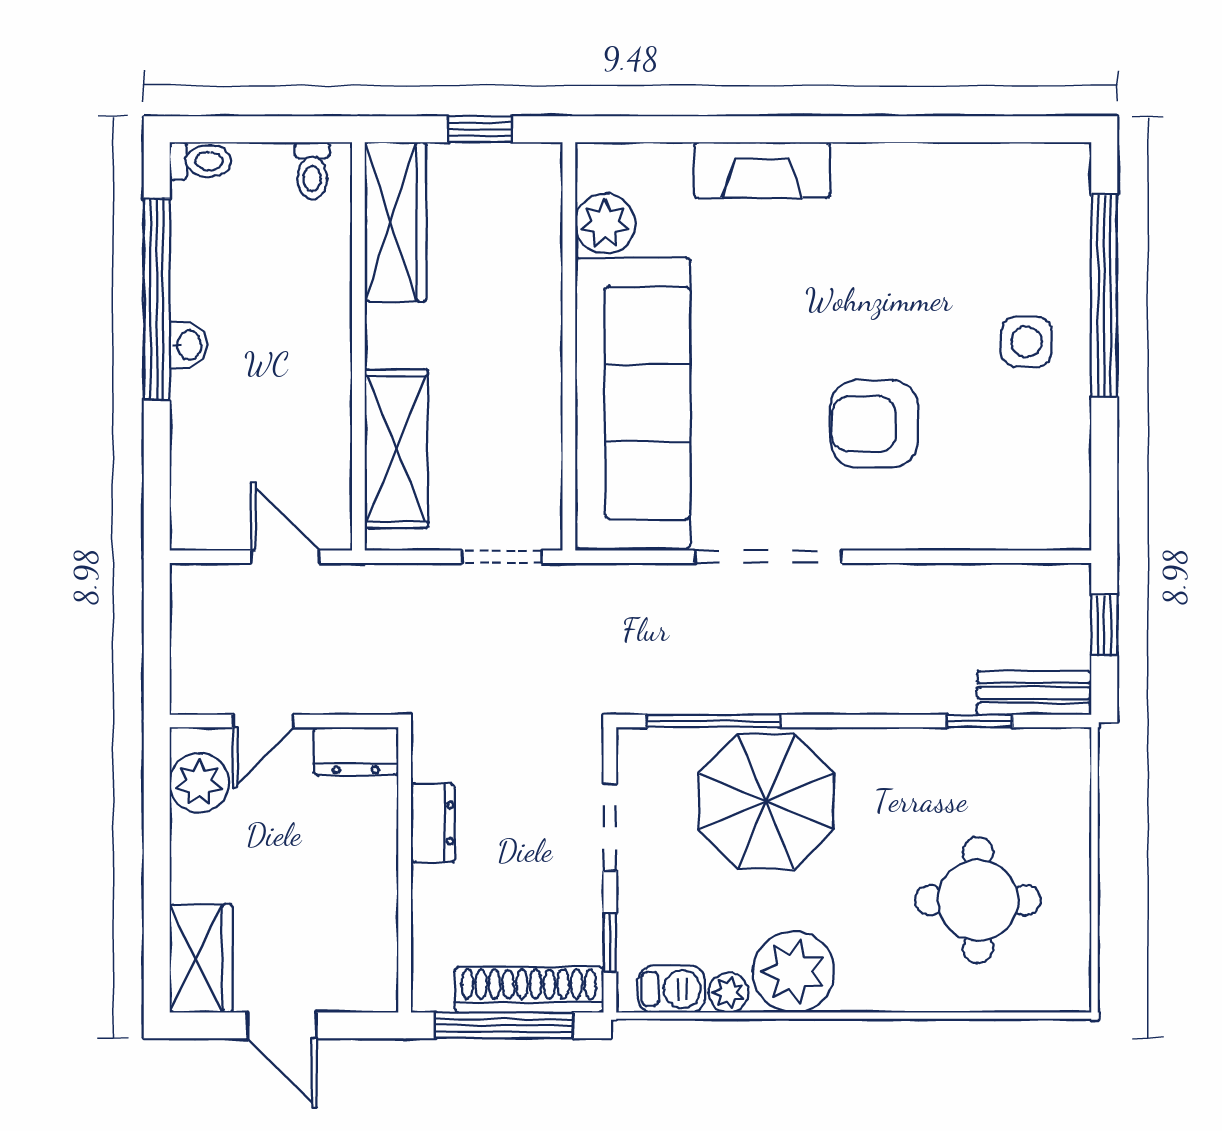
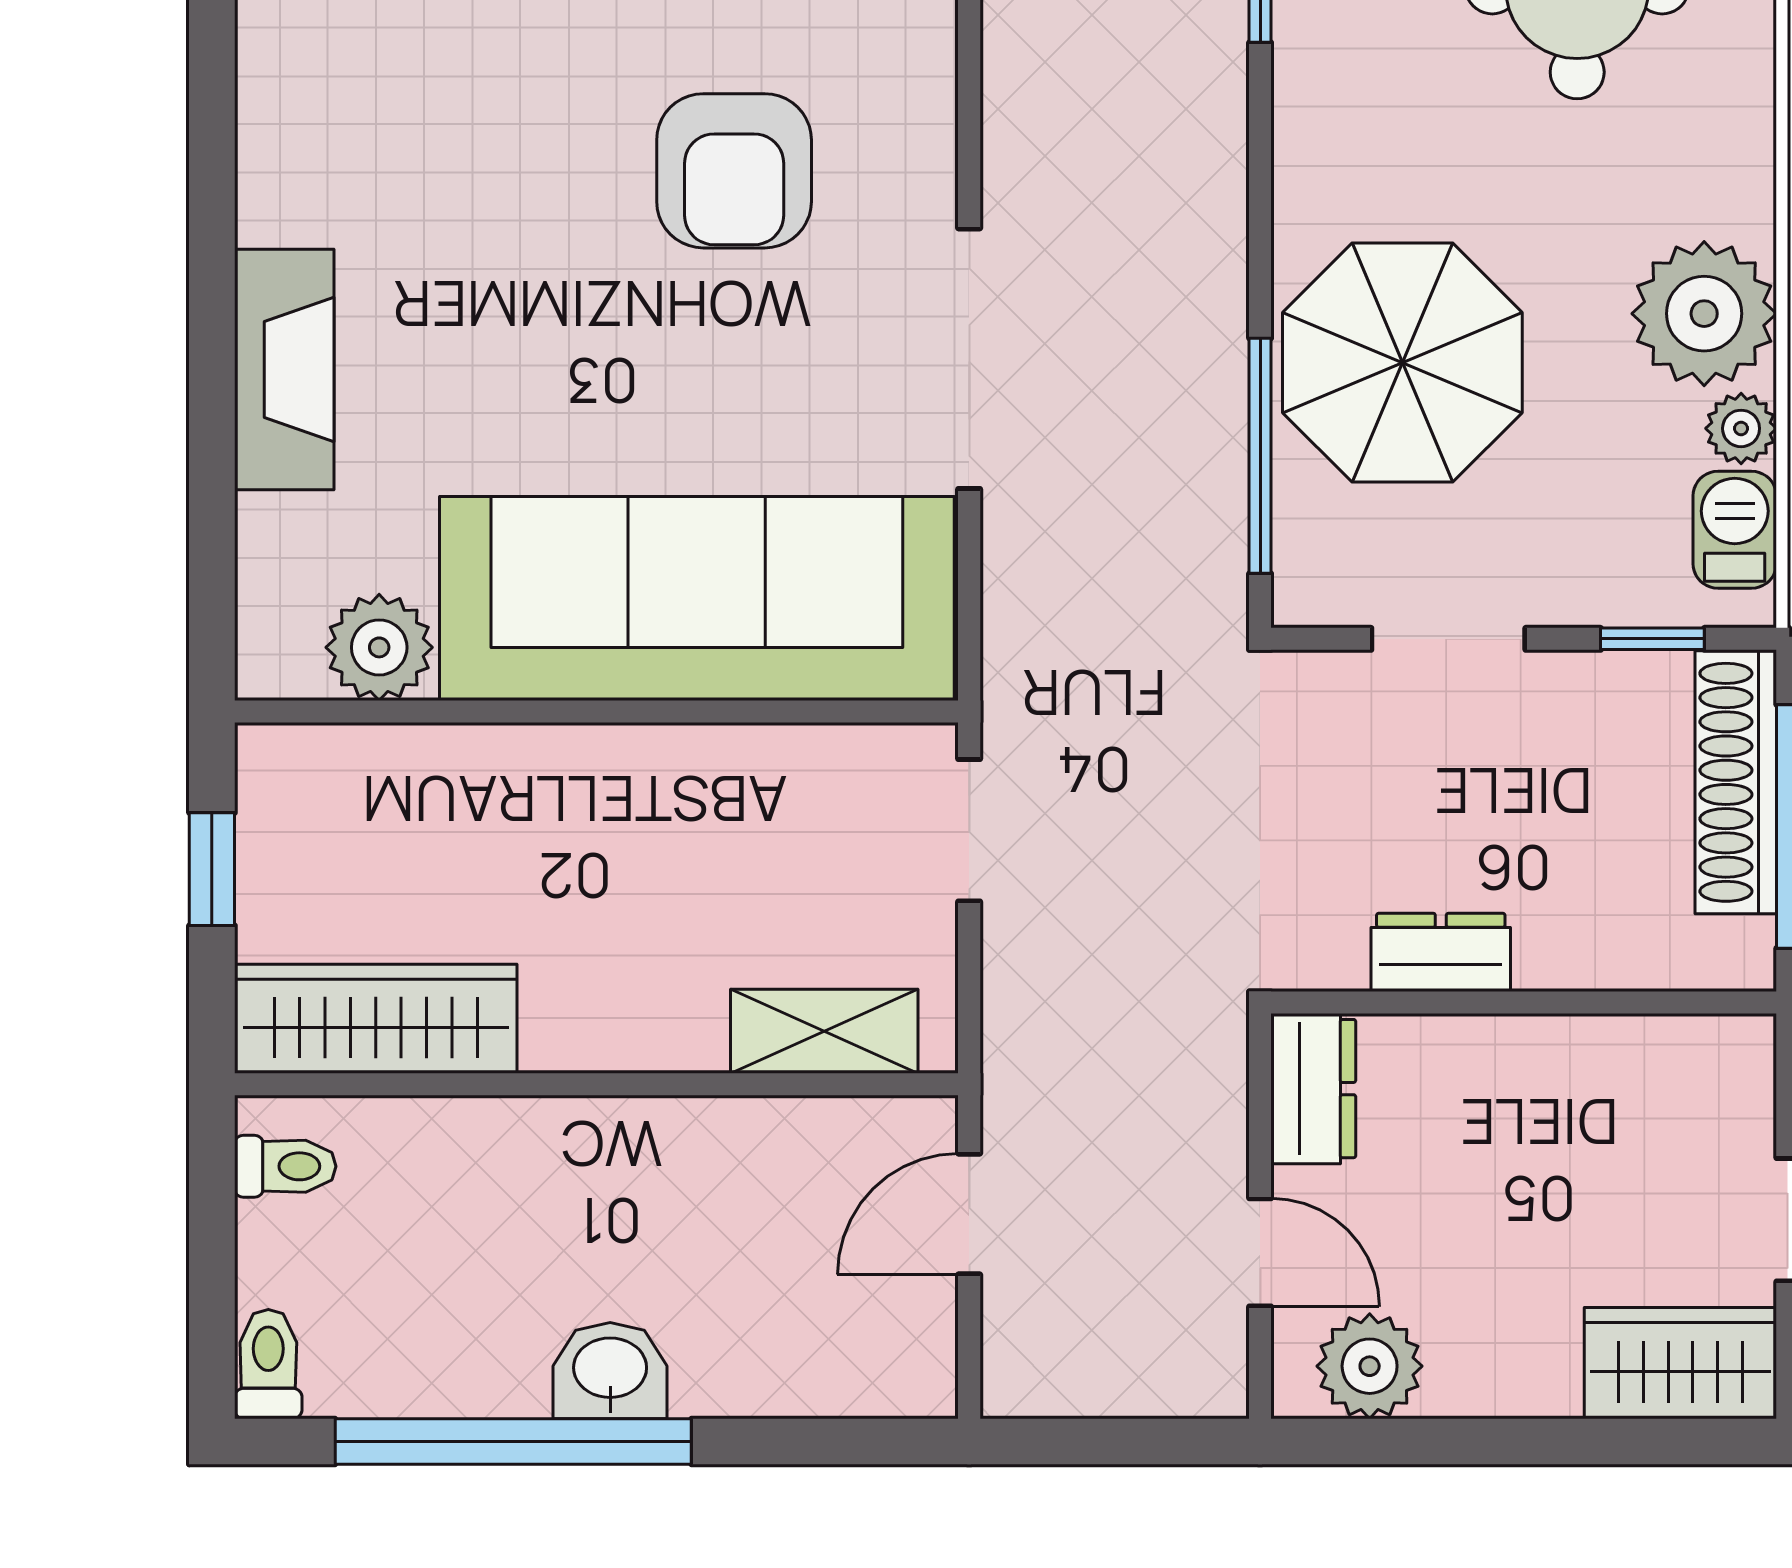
washbasin: (188, 345) -> (610, 1371), width x1.38, depth x1.45
shelving: (396, 449) -> (824, 1031), width x0.67, depth x0.75

